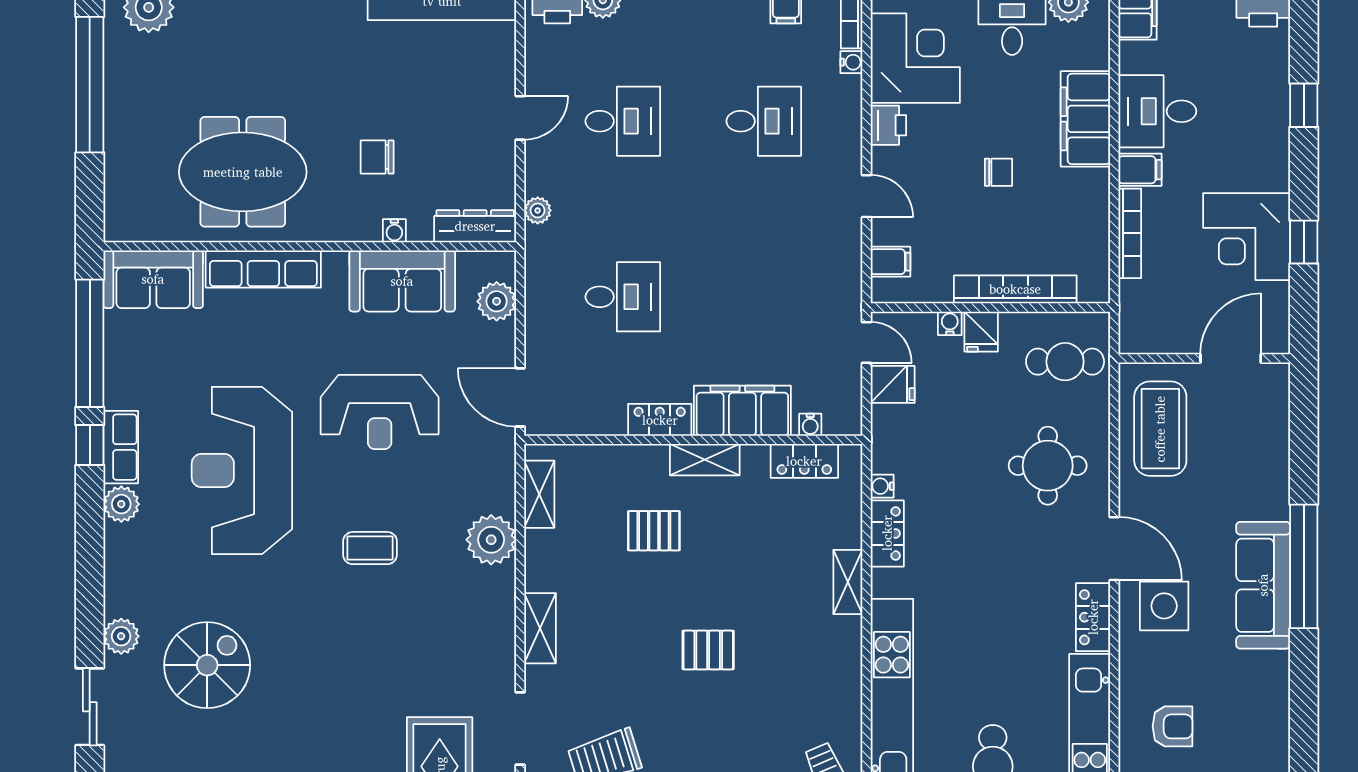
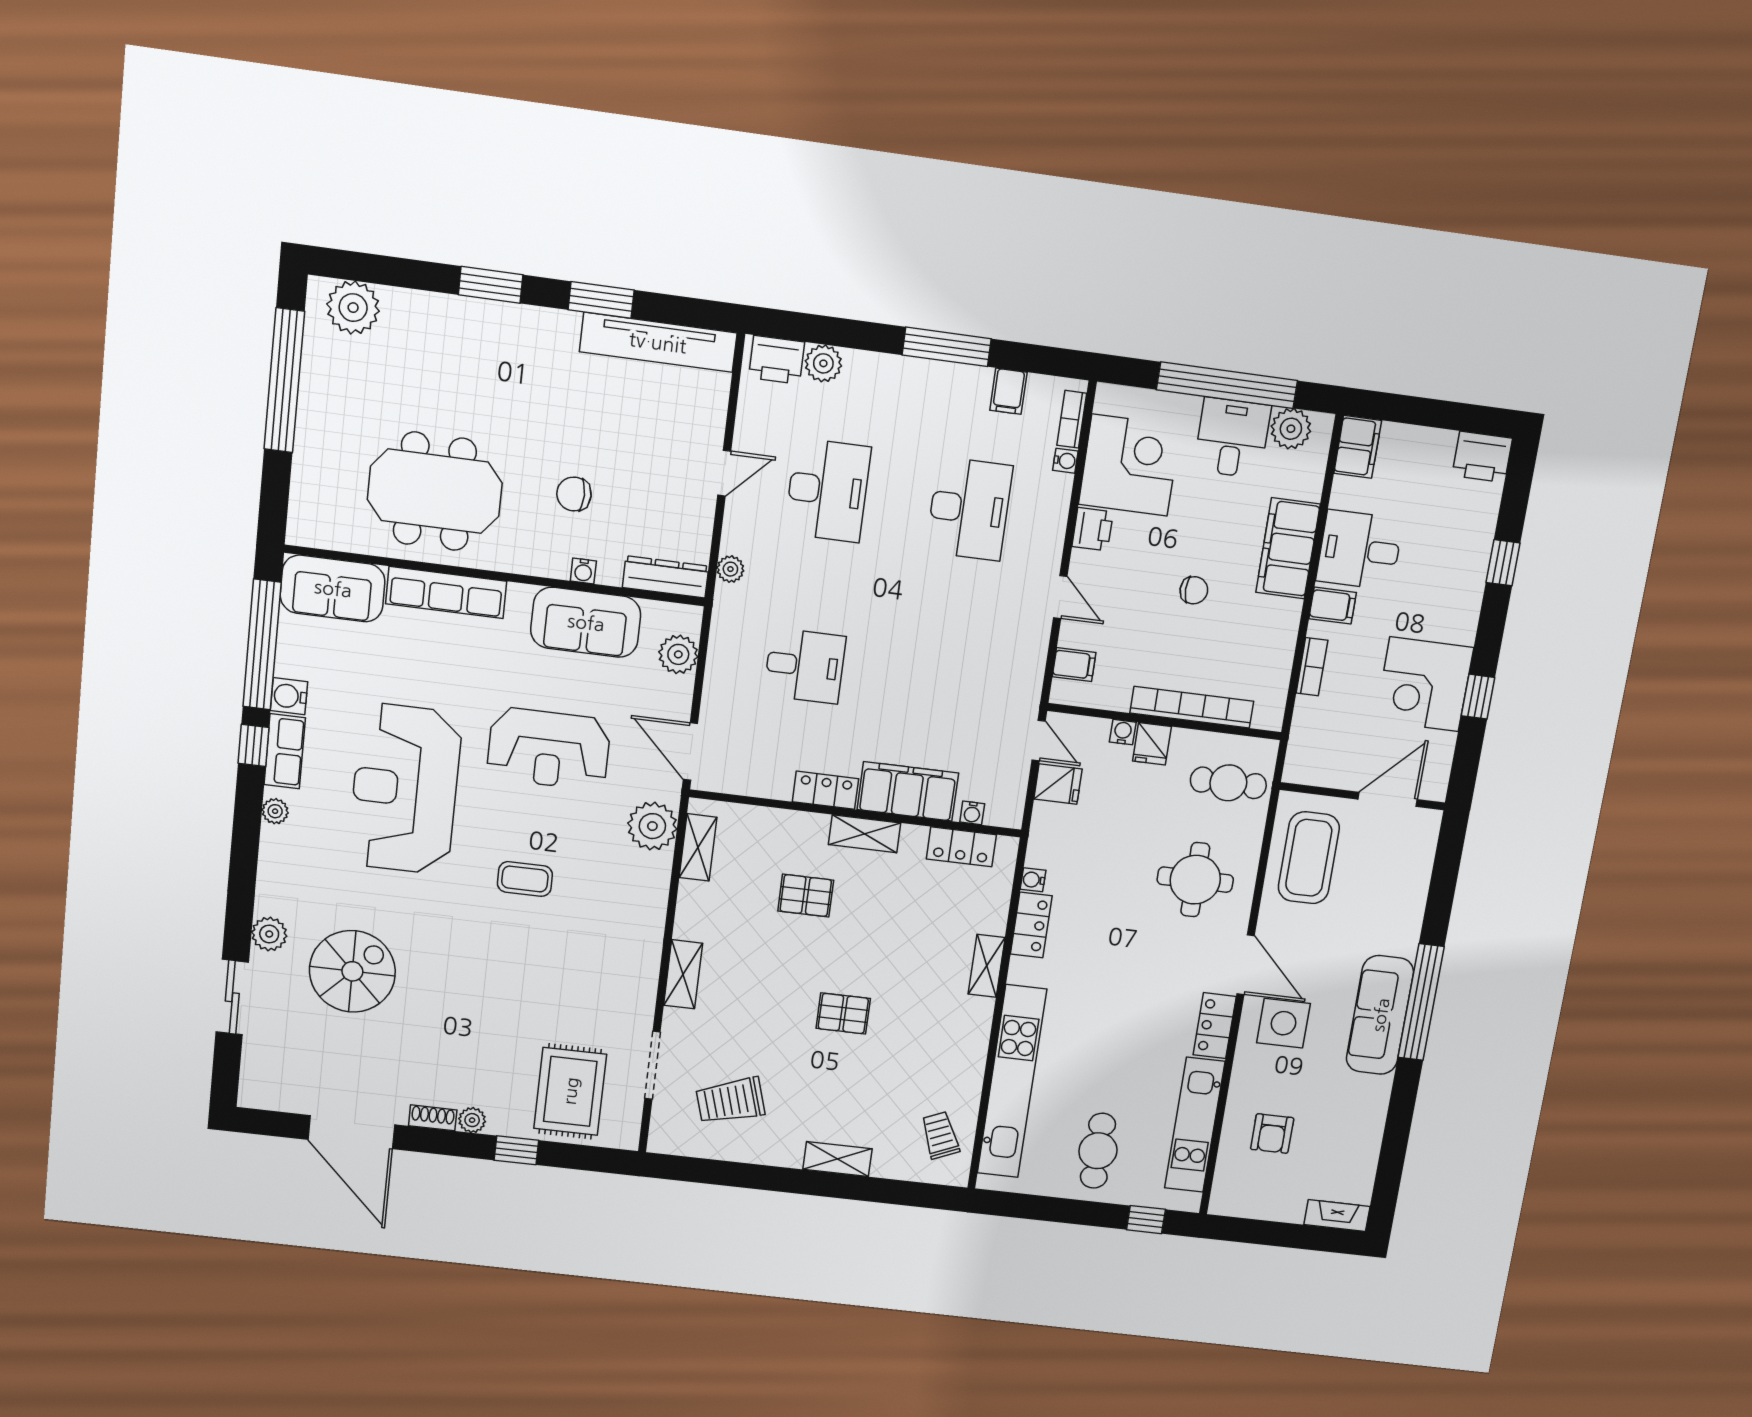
desk: (623, 121) -> (828, 490), width x1.37
desk: (764, 121) -> (969, 509), width x1.37
bookcase: (1130, 233) -> (1312, 667), width x0.64
water cooler: (120, 391) -> (289, 696), added
plant: (121, 504) -> (275, 811), width x0.73, depth x0.73
plant: (491, 540) -> (652, 826), moved
armchair: (1173, 726) -> (1272, 1134), turned 90

